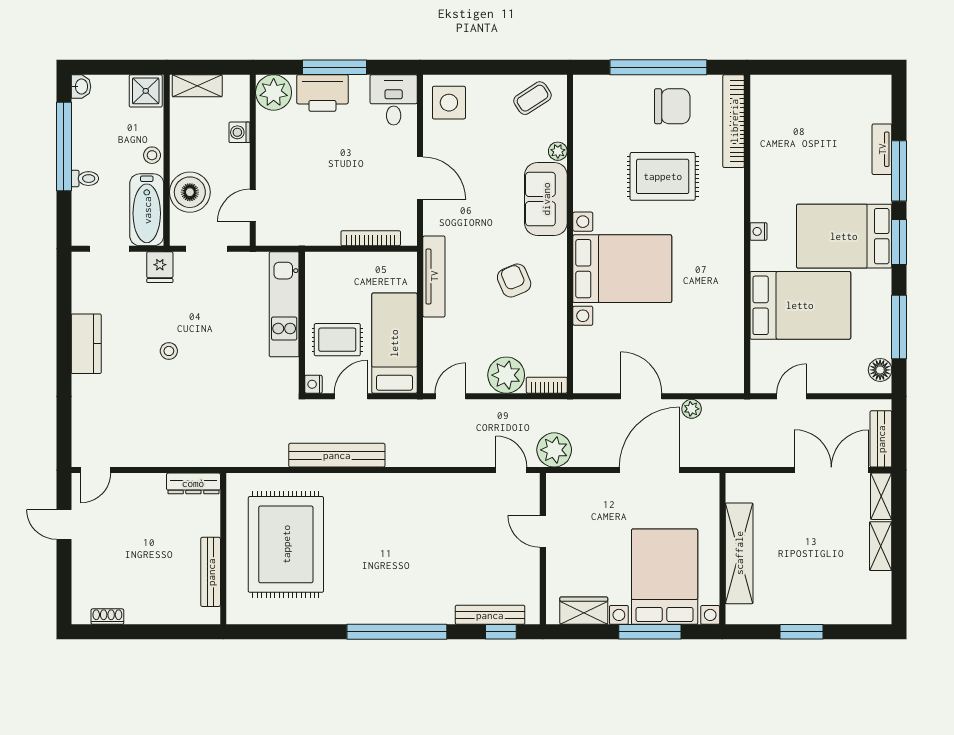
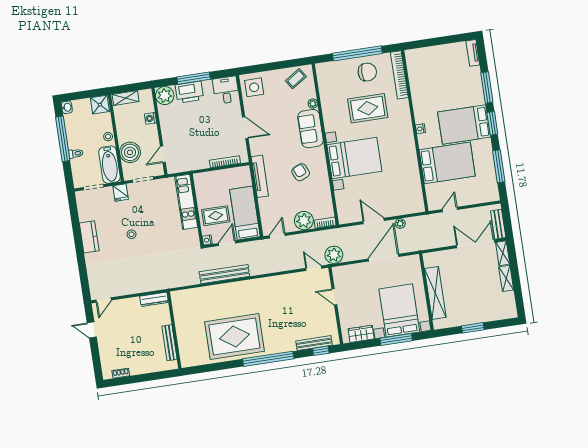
tv unit: (882, 149) -> (473, 53), moved
floor lamp: (880, 370) -> (492, 189), removed
rug: (286, 544) -> (234, 337), moved, turned 90

